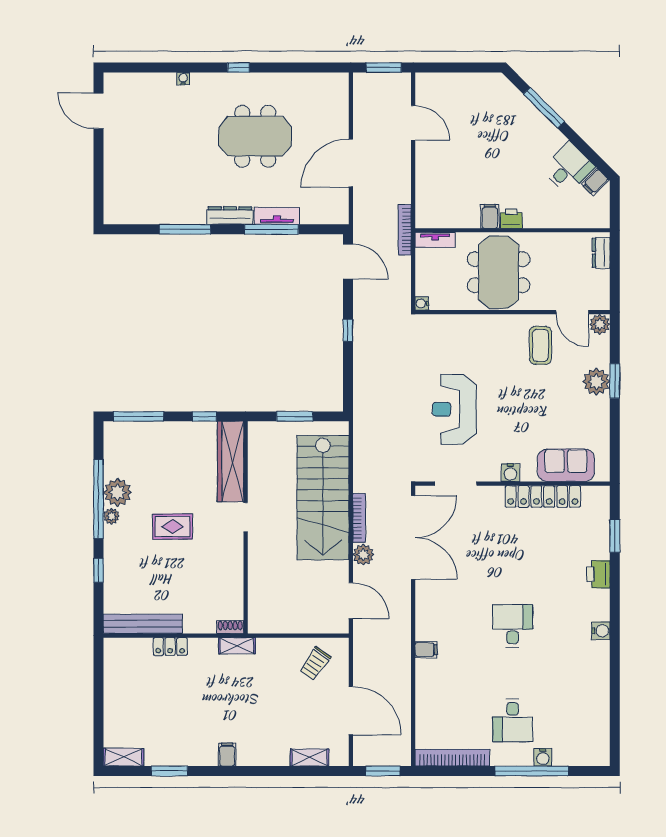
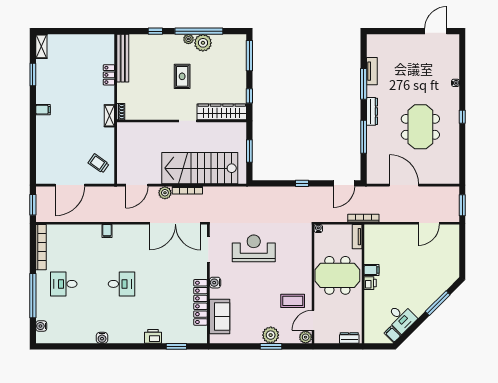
tv unit: (277, 216) -> (372, 71), moved
water cooler: (601, 631) -> (102, 338), moved
shelving: (310, 757) -> (41, 160), removed
water cooler: (543, 757) -> (41, 326), moved

